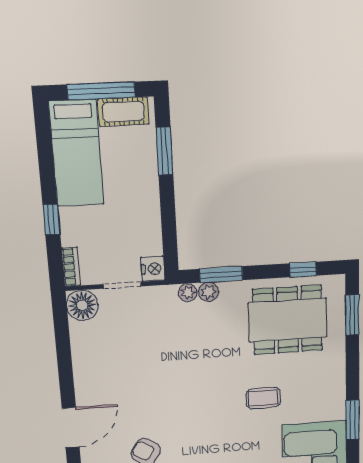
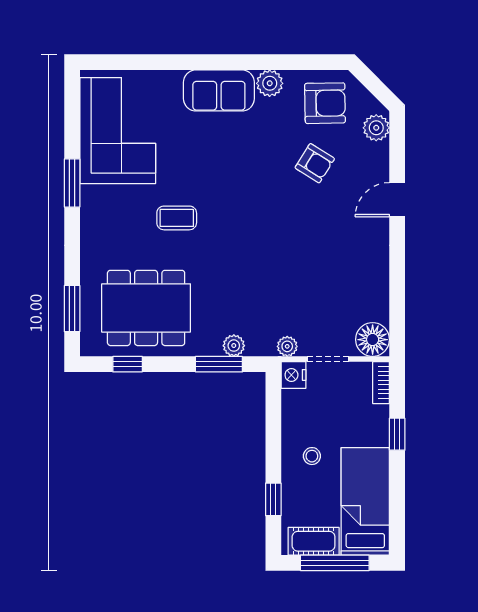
window: (164, 151) -> (273, 499), width x0.67
stool: (131, 194) -> (312, 456), added
plant: (188, 293) -> (287, 346), moved
door: (71, 428) -> (397, 200), width x0.73

